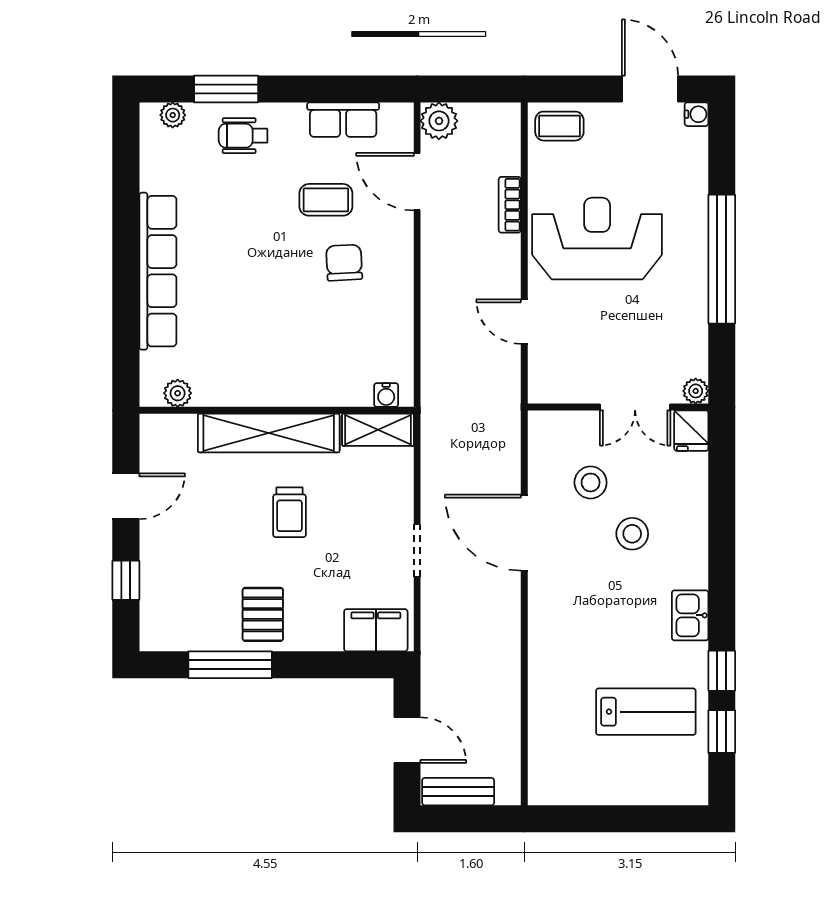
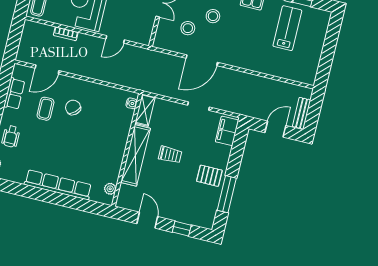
plant: (439, 121) -> (24, 54), removed
chair: (344, 263) -> (73, 107), turned 51

